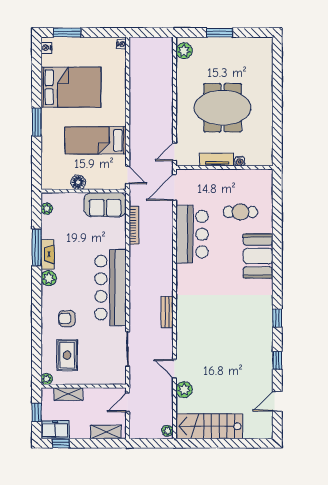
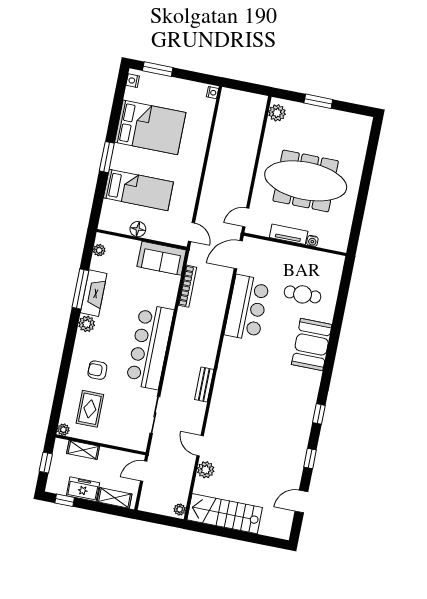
meeting table: (223, 108) -> (306, 181), width x1.36
bed: (96, 140) -> (138, 190), moved, turned 180
fireplace: (47, 254) -> (94, 293), width x1.37, depth x1.32
freezer: (55, 430) -> (83, 489), moved

